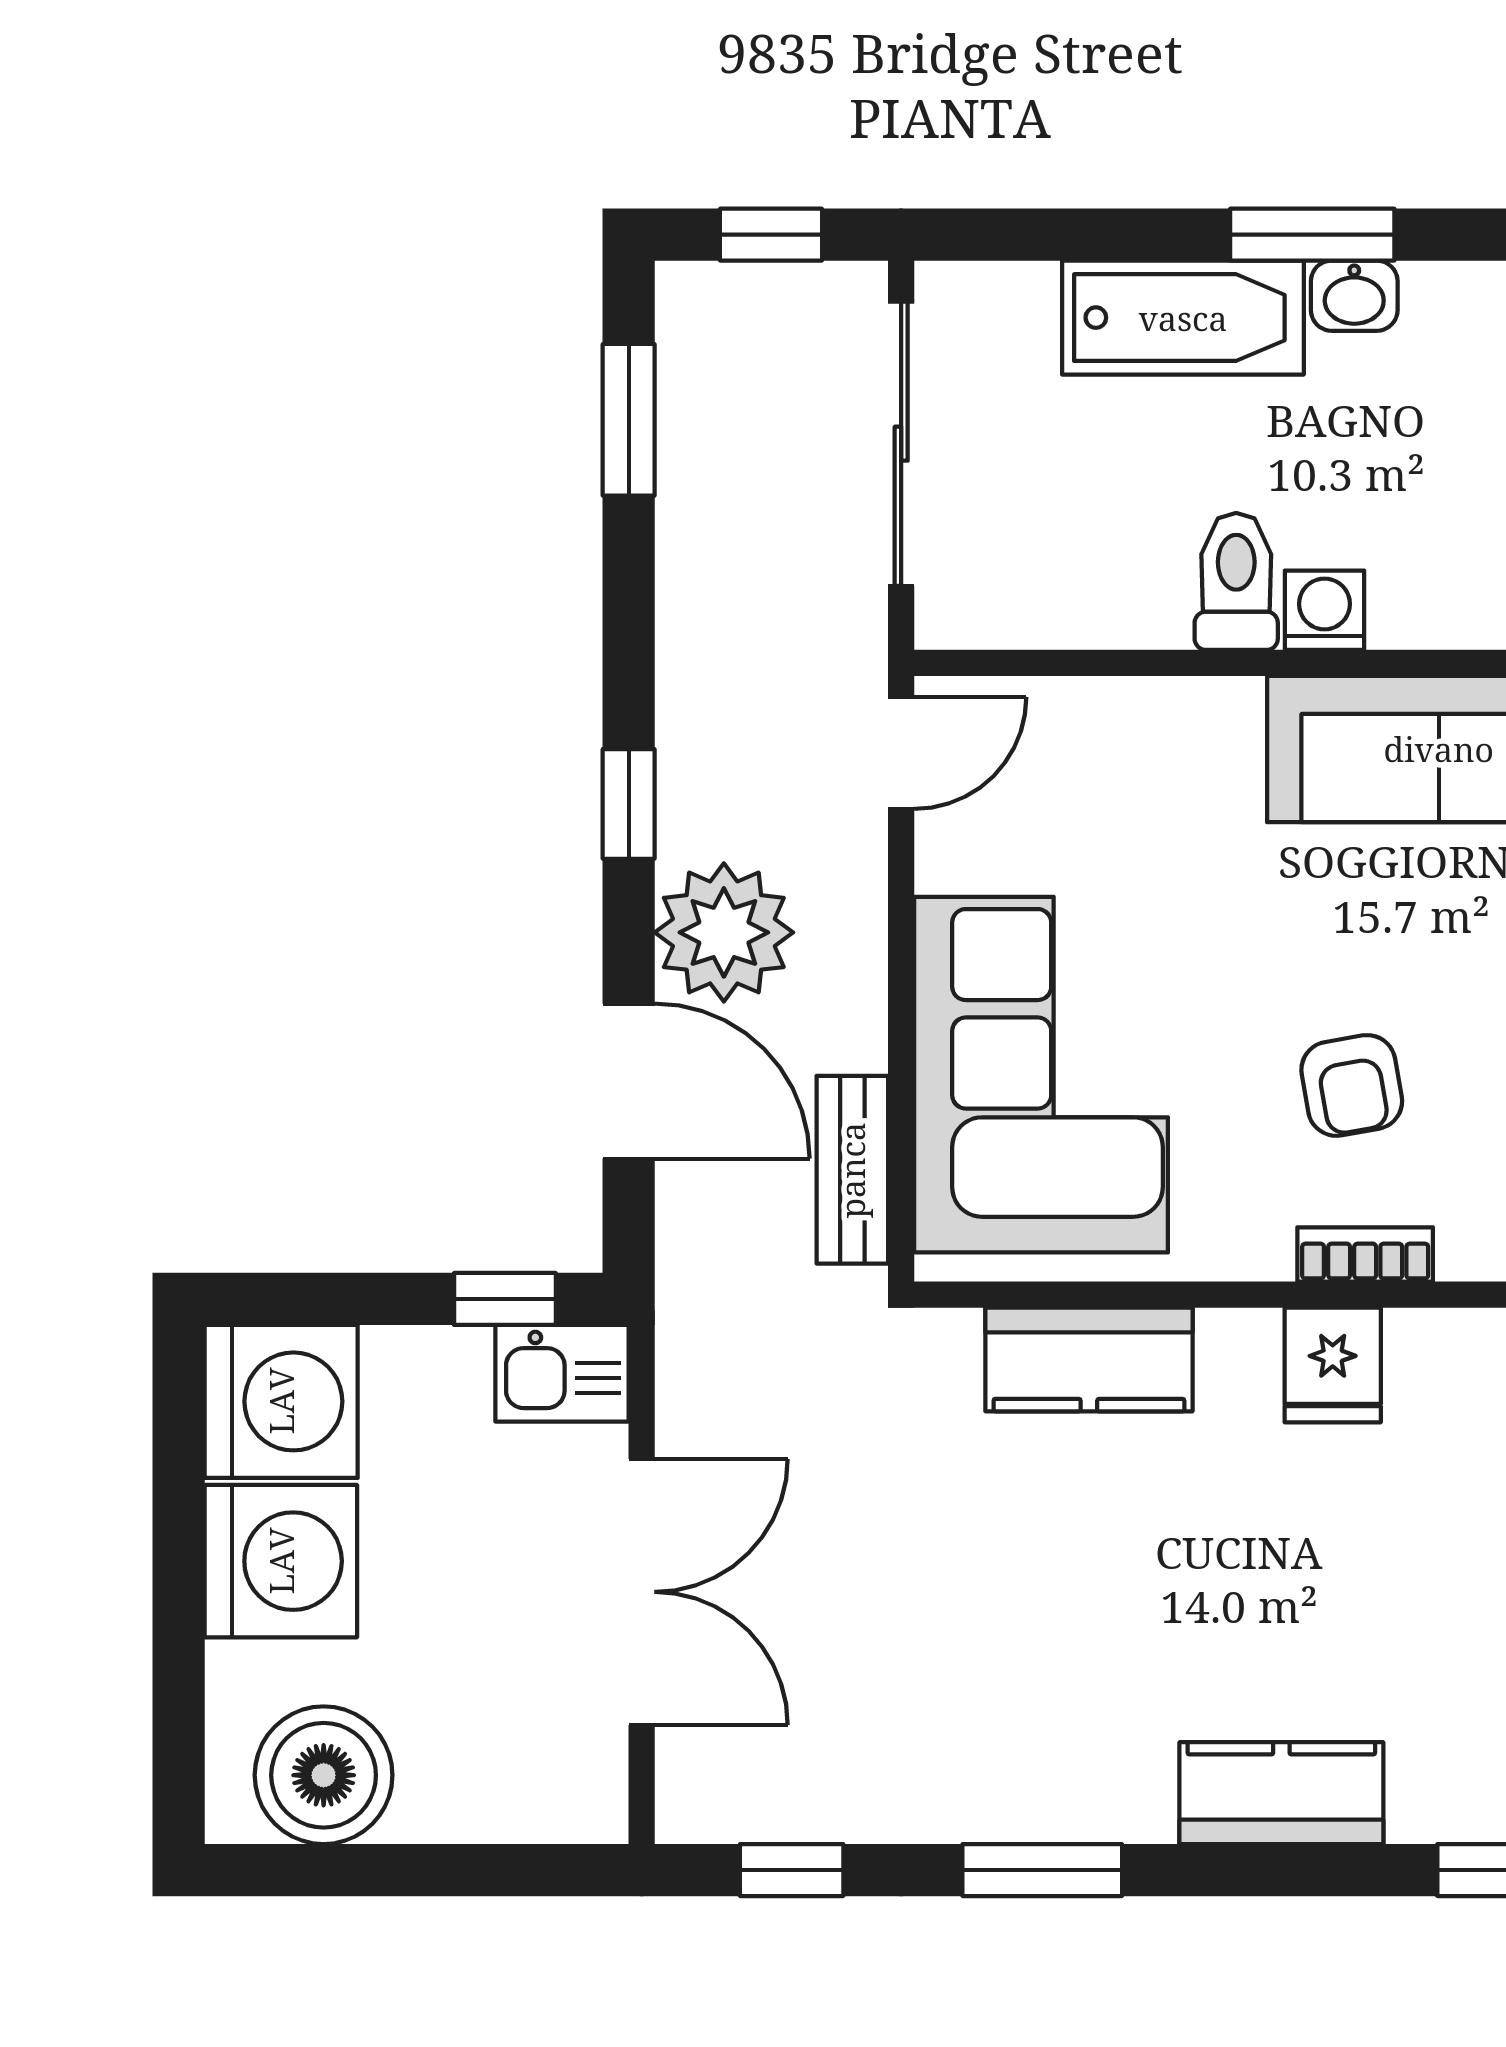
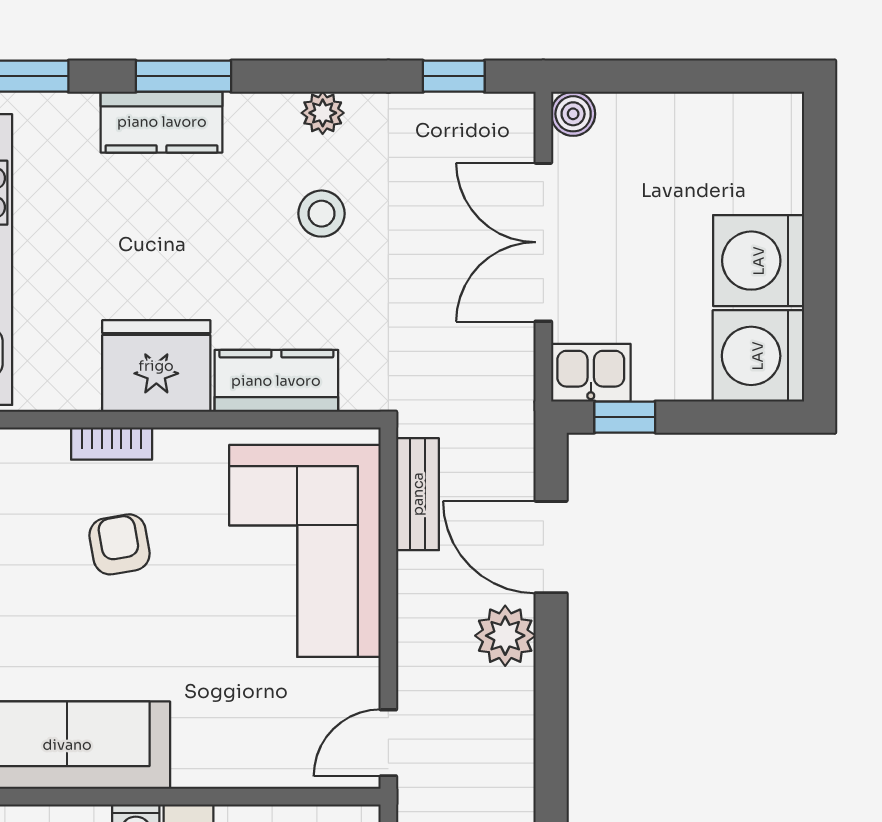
window: (629, 804) -> (551, 712), removed
plant: (724, 932) -> (505, 636), width x0.73, depth x0.73
fridge: (1333, 1365) -> (156, 366), width x1.88, depth x1.34
stool: (1013, 1640) -> (322, 214), added
boiler: (324, 1775) -> (573, 114), moved, width x0.54, depth x0.54
plant: (1011, 1809) -> (323, 113), added
window: (1042, 1870) -> (183, 76), moved

